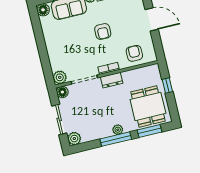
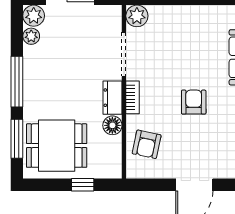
armchair: (103, 31) -> (194, 102), turned 89
armchair: (134, 53) -> (147, 144), turned 102
floor lamp: (62, 92) -> (112, 125), moved
plant: (118, 130) -> (31, 36), moved

